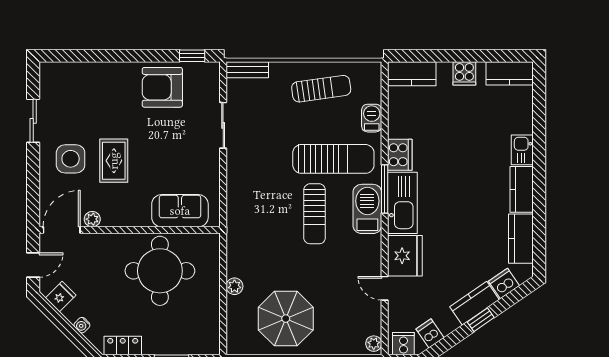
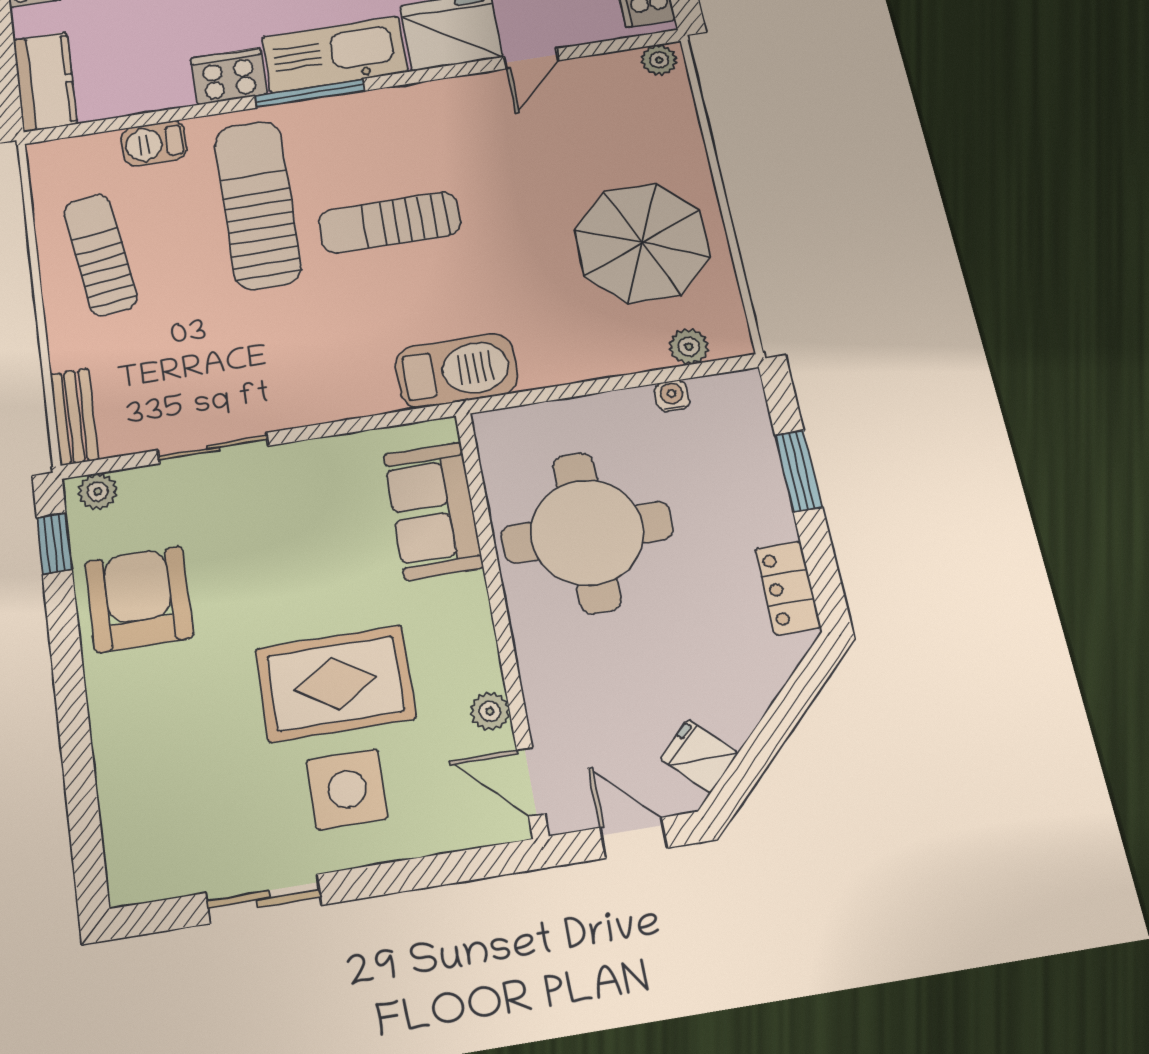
plant: (212, 76) -> (98, 491), added
armchair: (162, 87) -> (139, 599), turned 180
rug: (114, 161) -> (336, 684), width x1.36, depth x1.43
barbecue: (367, 209) -> (457, 371), moved, turned 180
sun lounger: (315, 214) -> (390, 223), turned 180
door: (62, 230) -> (531, 782), width x0.73
plant: (234, 286) -> (689, 346), moved
water cooler: (82, 325) -> (672, 396), moved, turned -135

